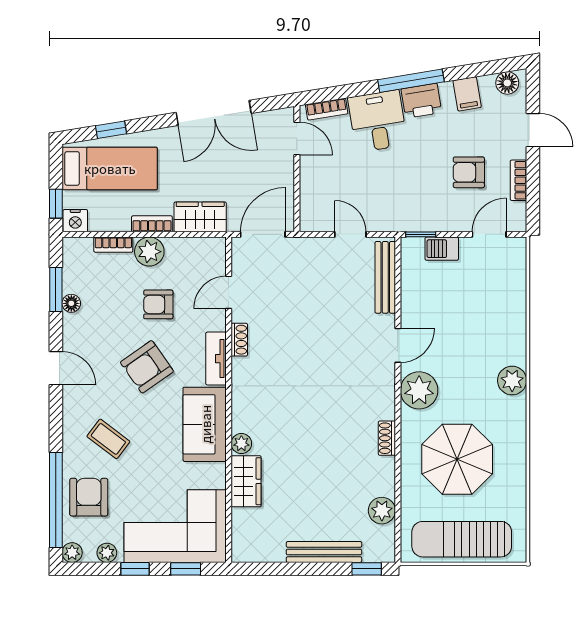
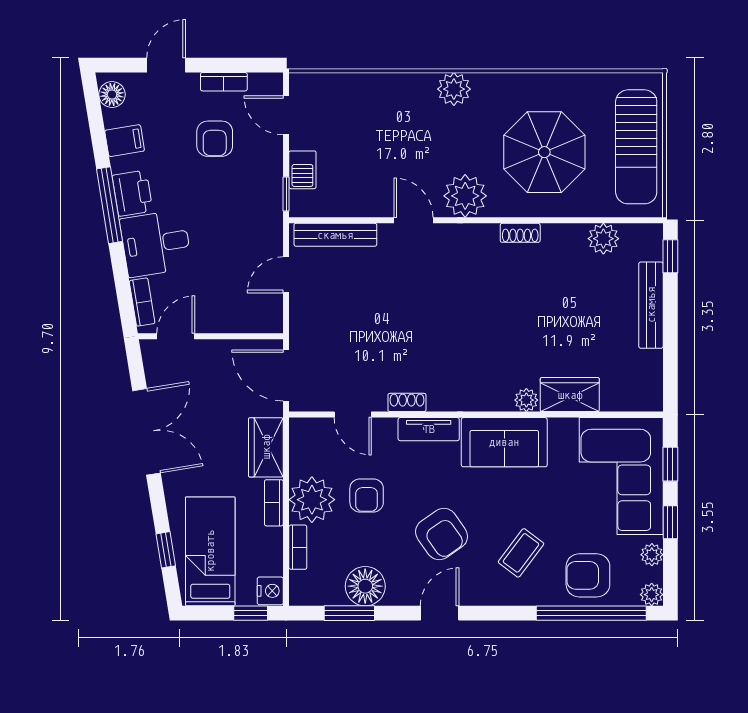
plant: (149, 252) -> (312, 500), width x1.36, depth x1.36
floor lamp: (71, 303) -> (365, 586), width x1.89, depth x1.89
armchair: (147, 367) -> (442, 534), moved

